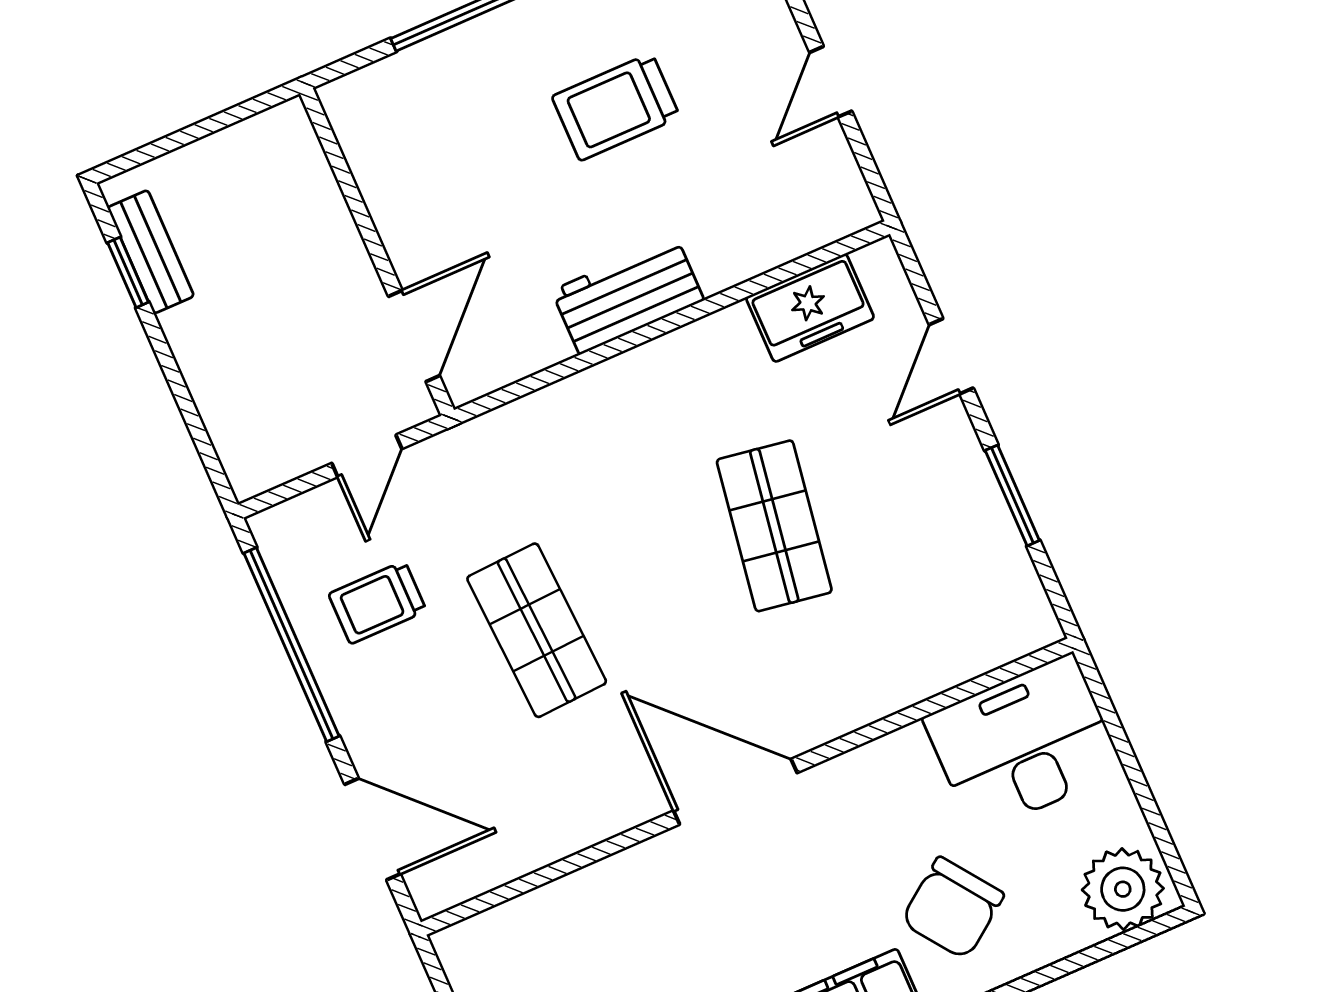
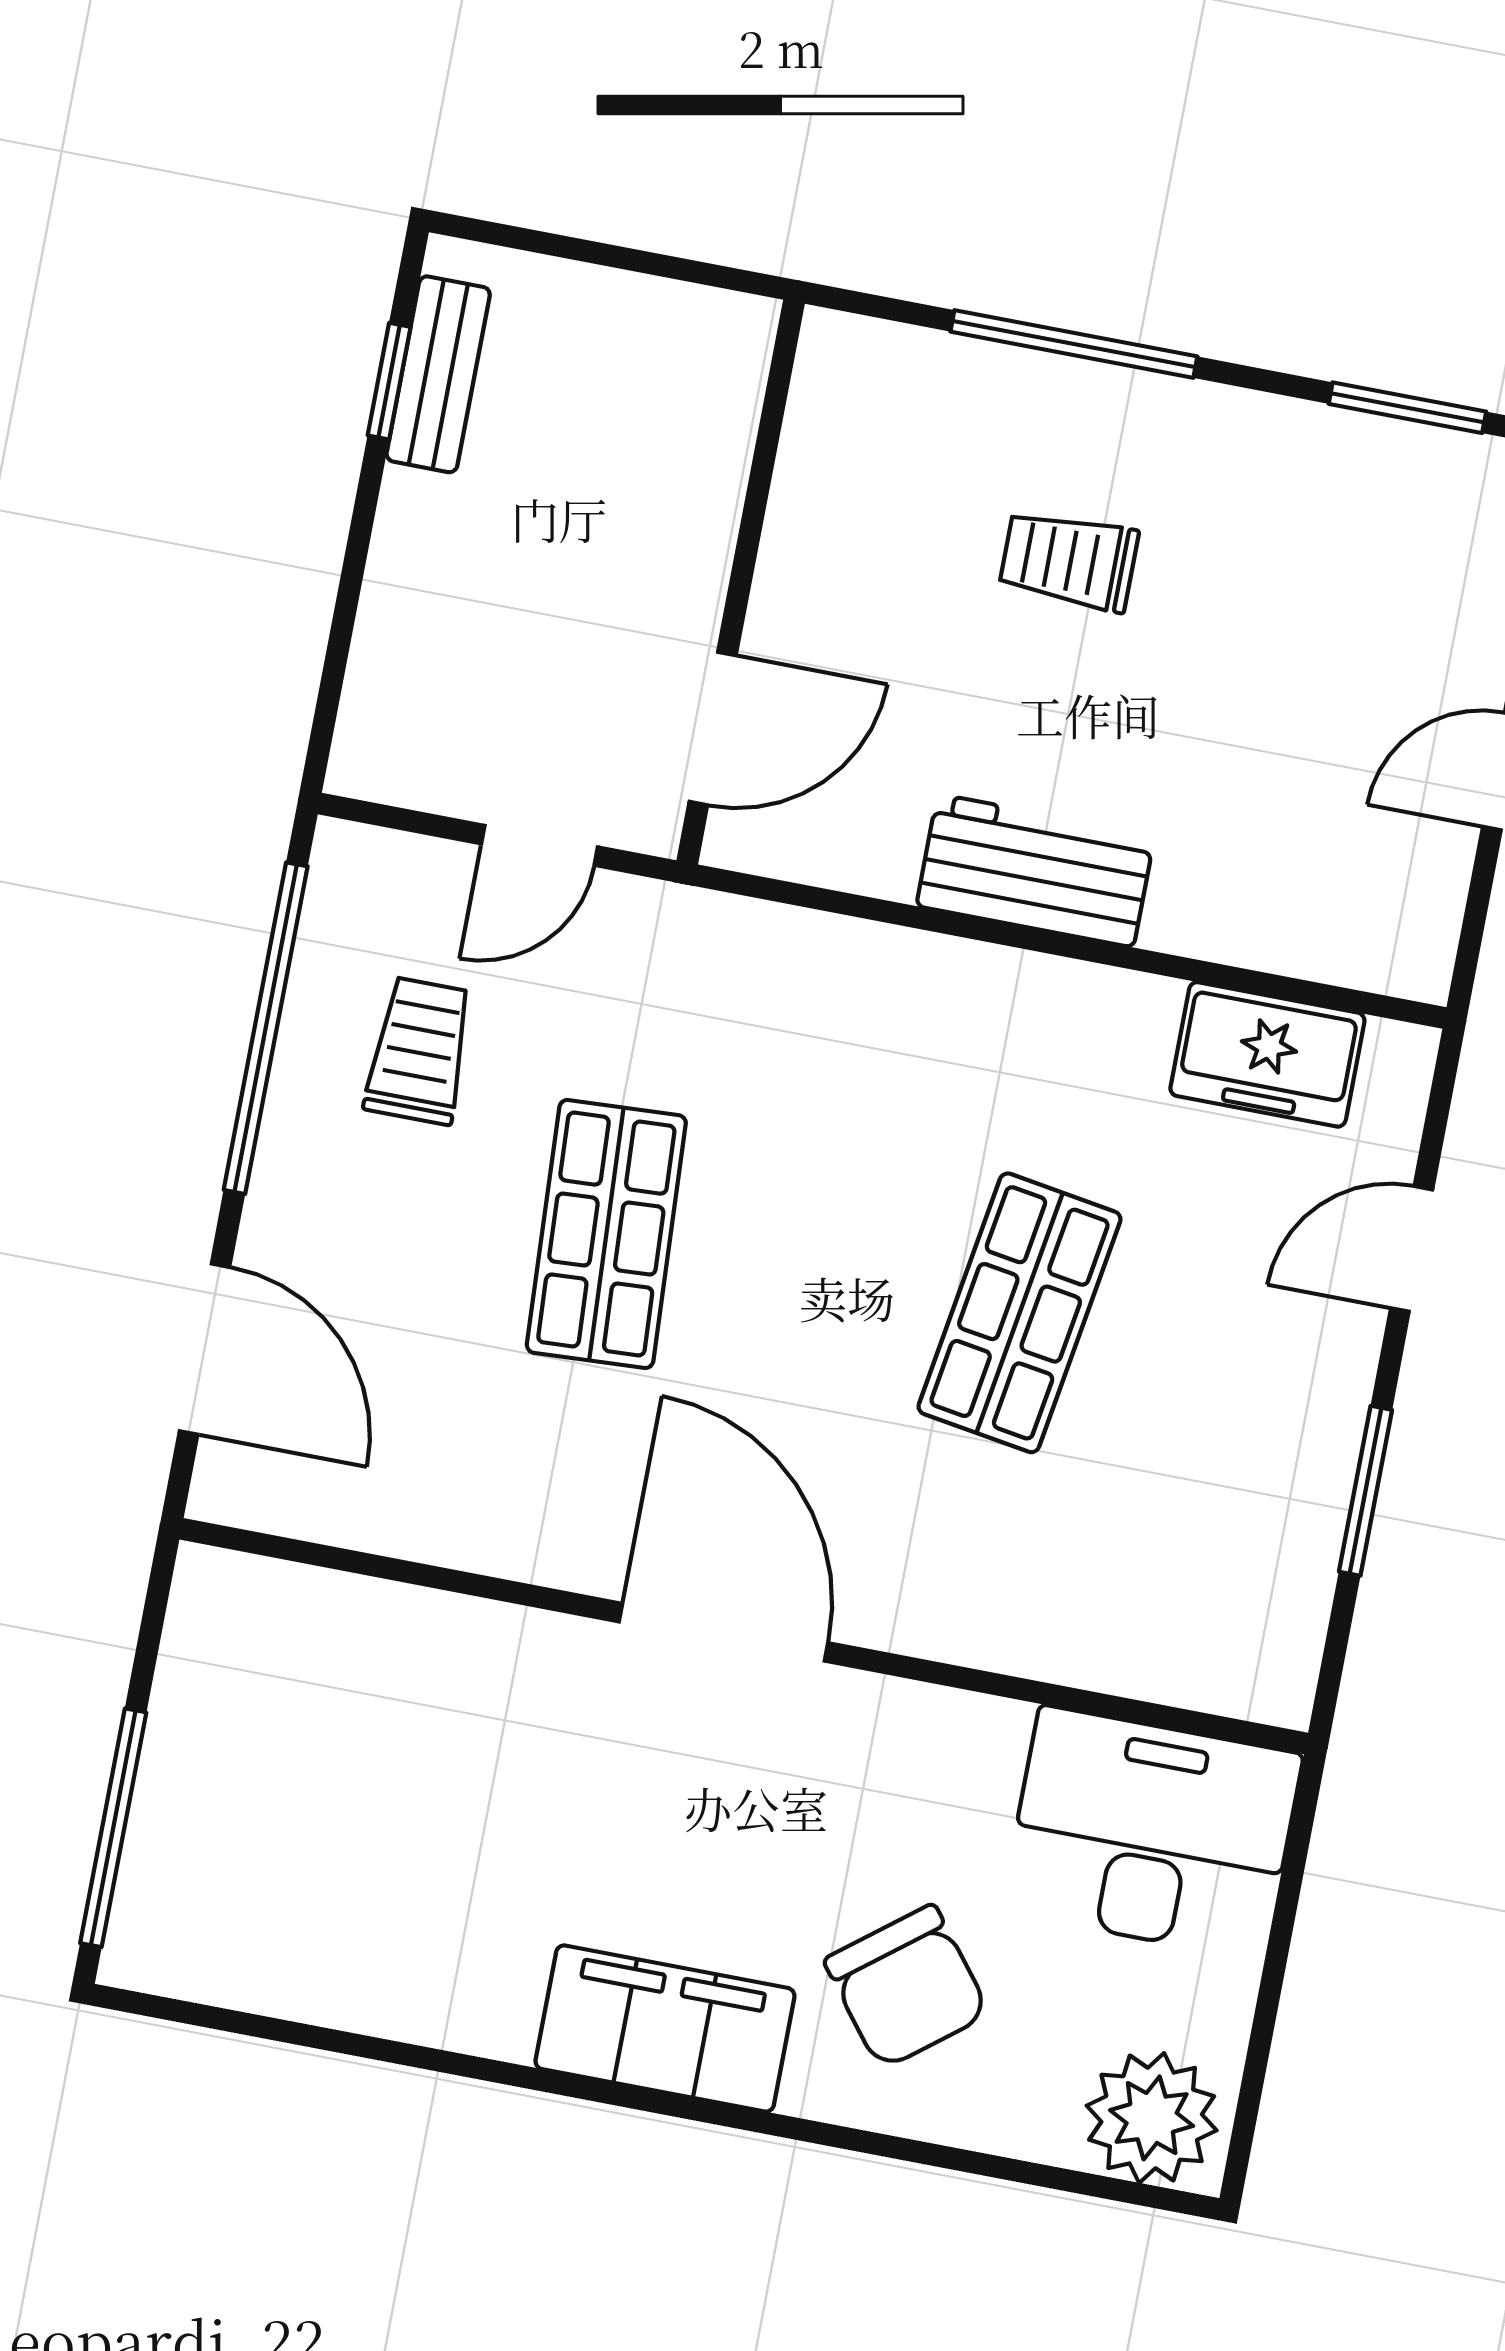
trolley: (616, 107) -> (1069, 560), moved, width x0.73, depth x0.72
trolley: (377, 602) -> (419, 1051), turned 90
chair: (953, 908) -> (907, 1987), turned -92

